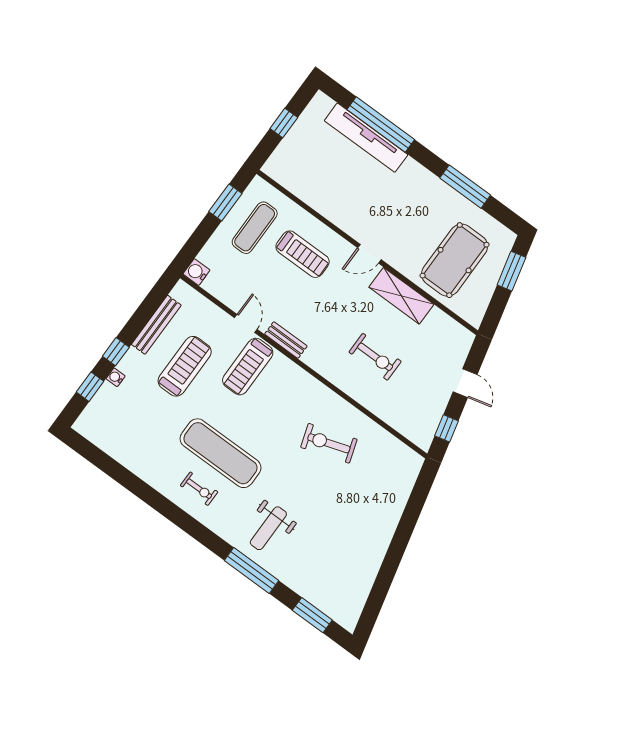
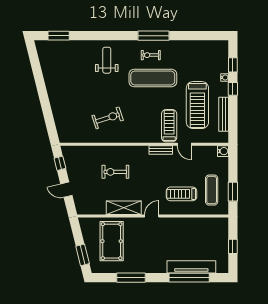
treadmill: (185, 366) -> (197, 105), width x1.37, depth x1.38
window: (252, 571) -> (154, 36), moved

